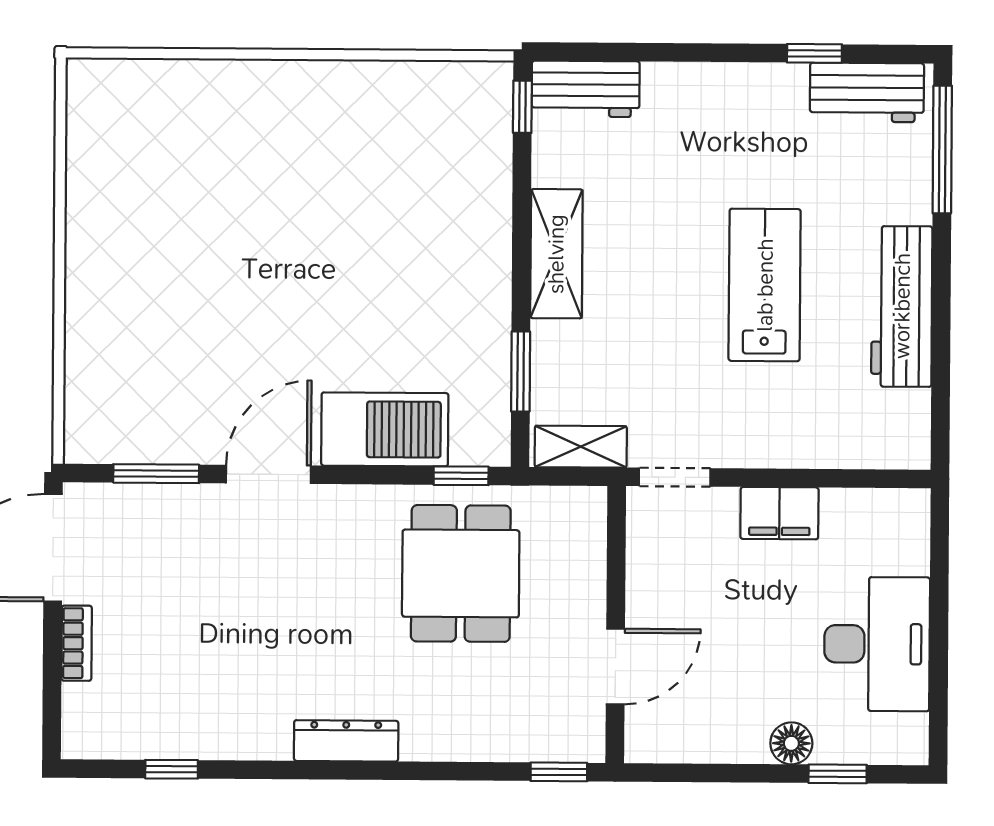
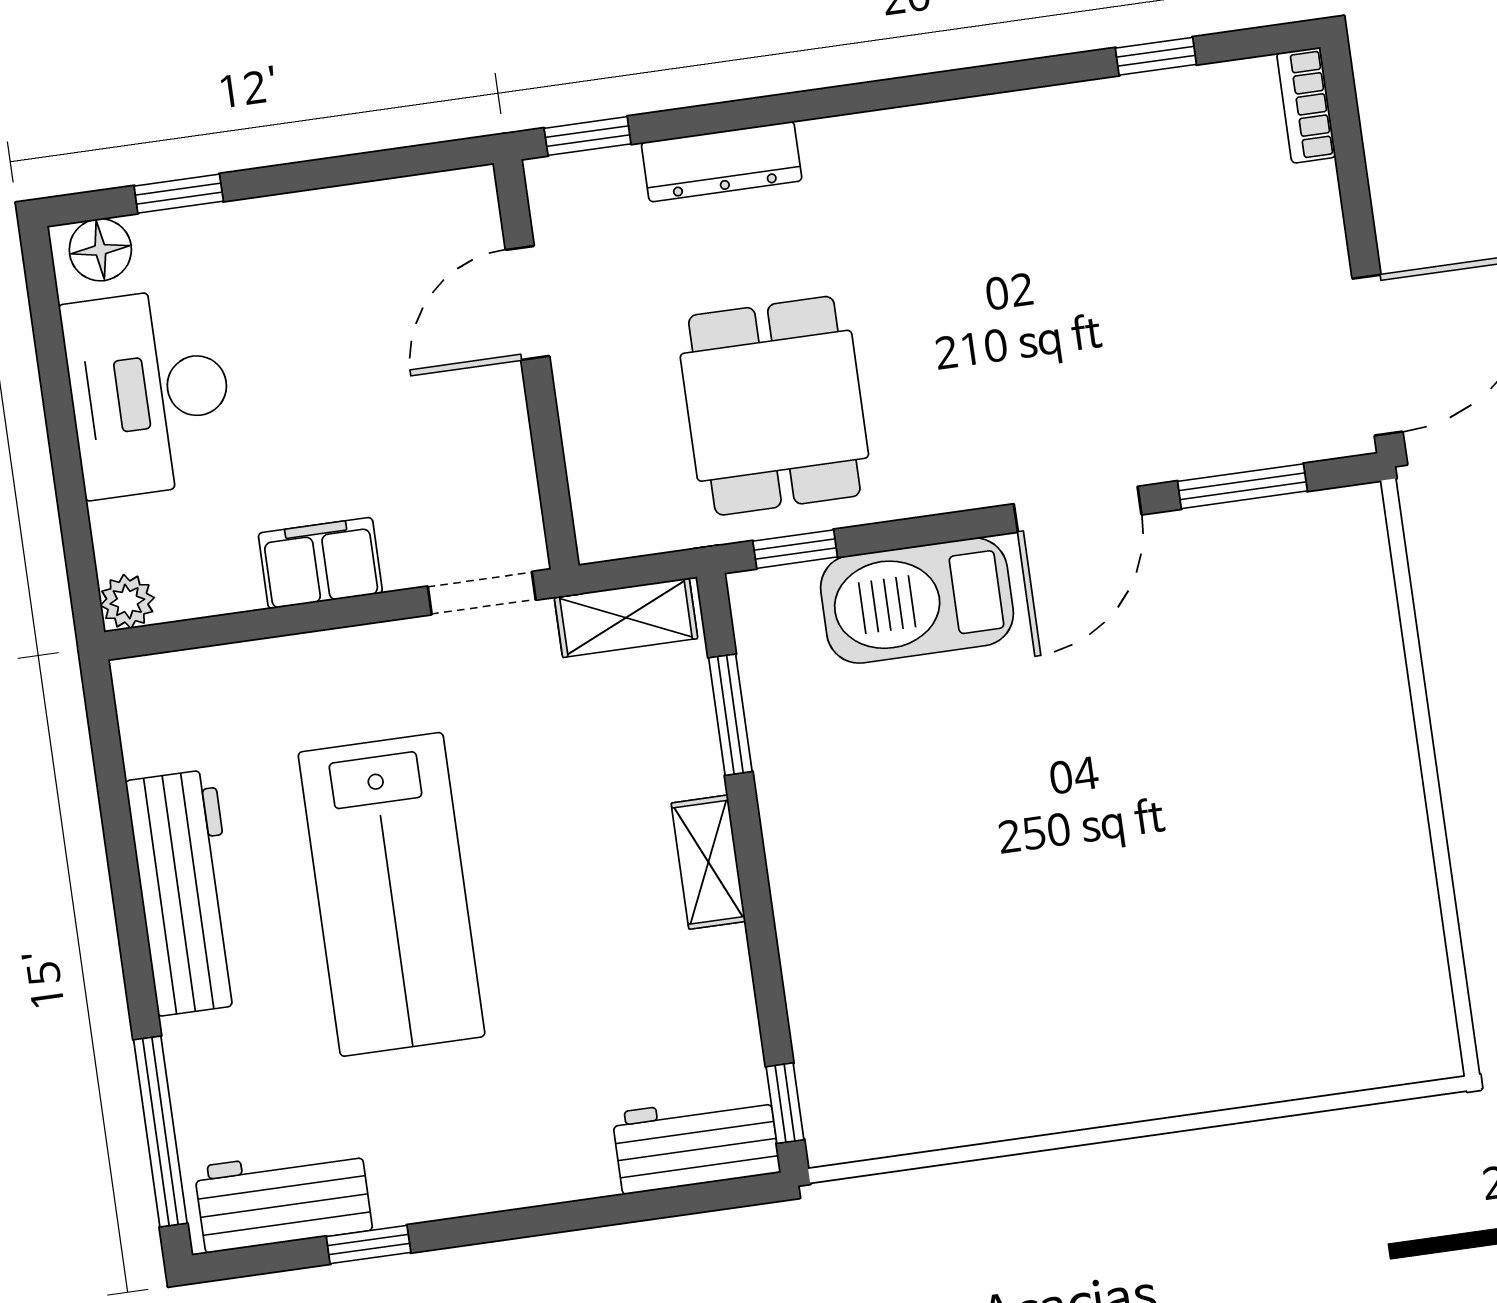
shelving: (556, 254) -> (708, 862), width x0.67, depth x0.75
lab bench: (765, 285) -> (392, 894), width x1.36, depth x1.39
plant: (912, 507) -> (127, 601), added
bookcase: (77, 643) -> (1306, 105), moved
dresser: (346, 741) -> (722, 162), moved
floor lamp: (791, 743) -> (100, 250), moved

